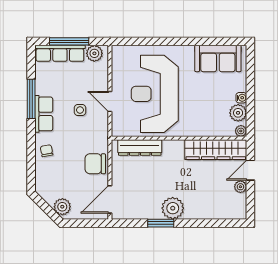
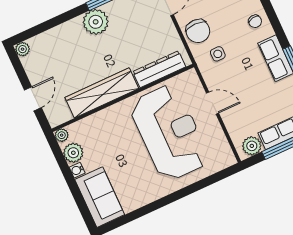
sofa: (218, 58) -> (100, 197), moved, turned 90
side table: (80, 110) -> (218, 54), moved
wardrobe: (216, 150) -> (102, 93), moved
chair: (95, 164) -> (198, 31), turned 90
plant: (240, 187) -> (23, 49), moved

